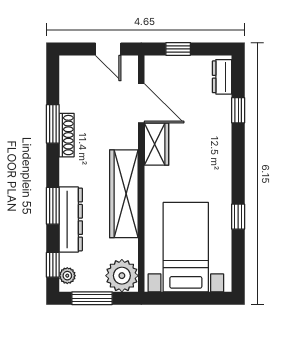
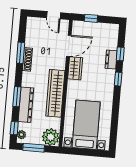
dresser: (222, 77) -> (111, 59), moved
door: (141, 103) -> (69, 46), hinge flipped
window: (238, 217) -> (118, 79), moved

